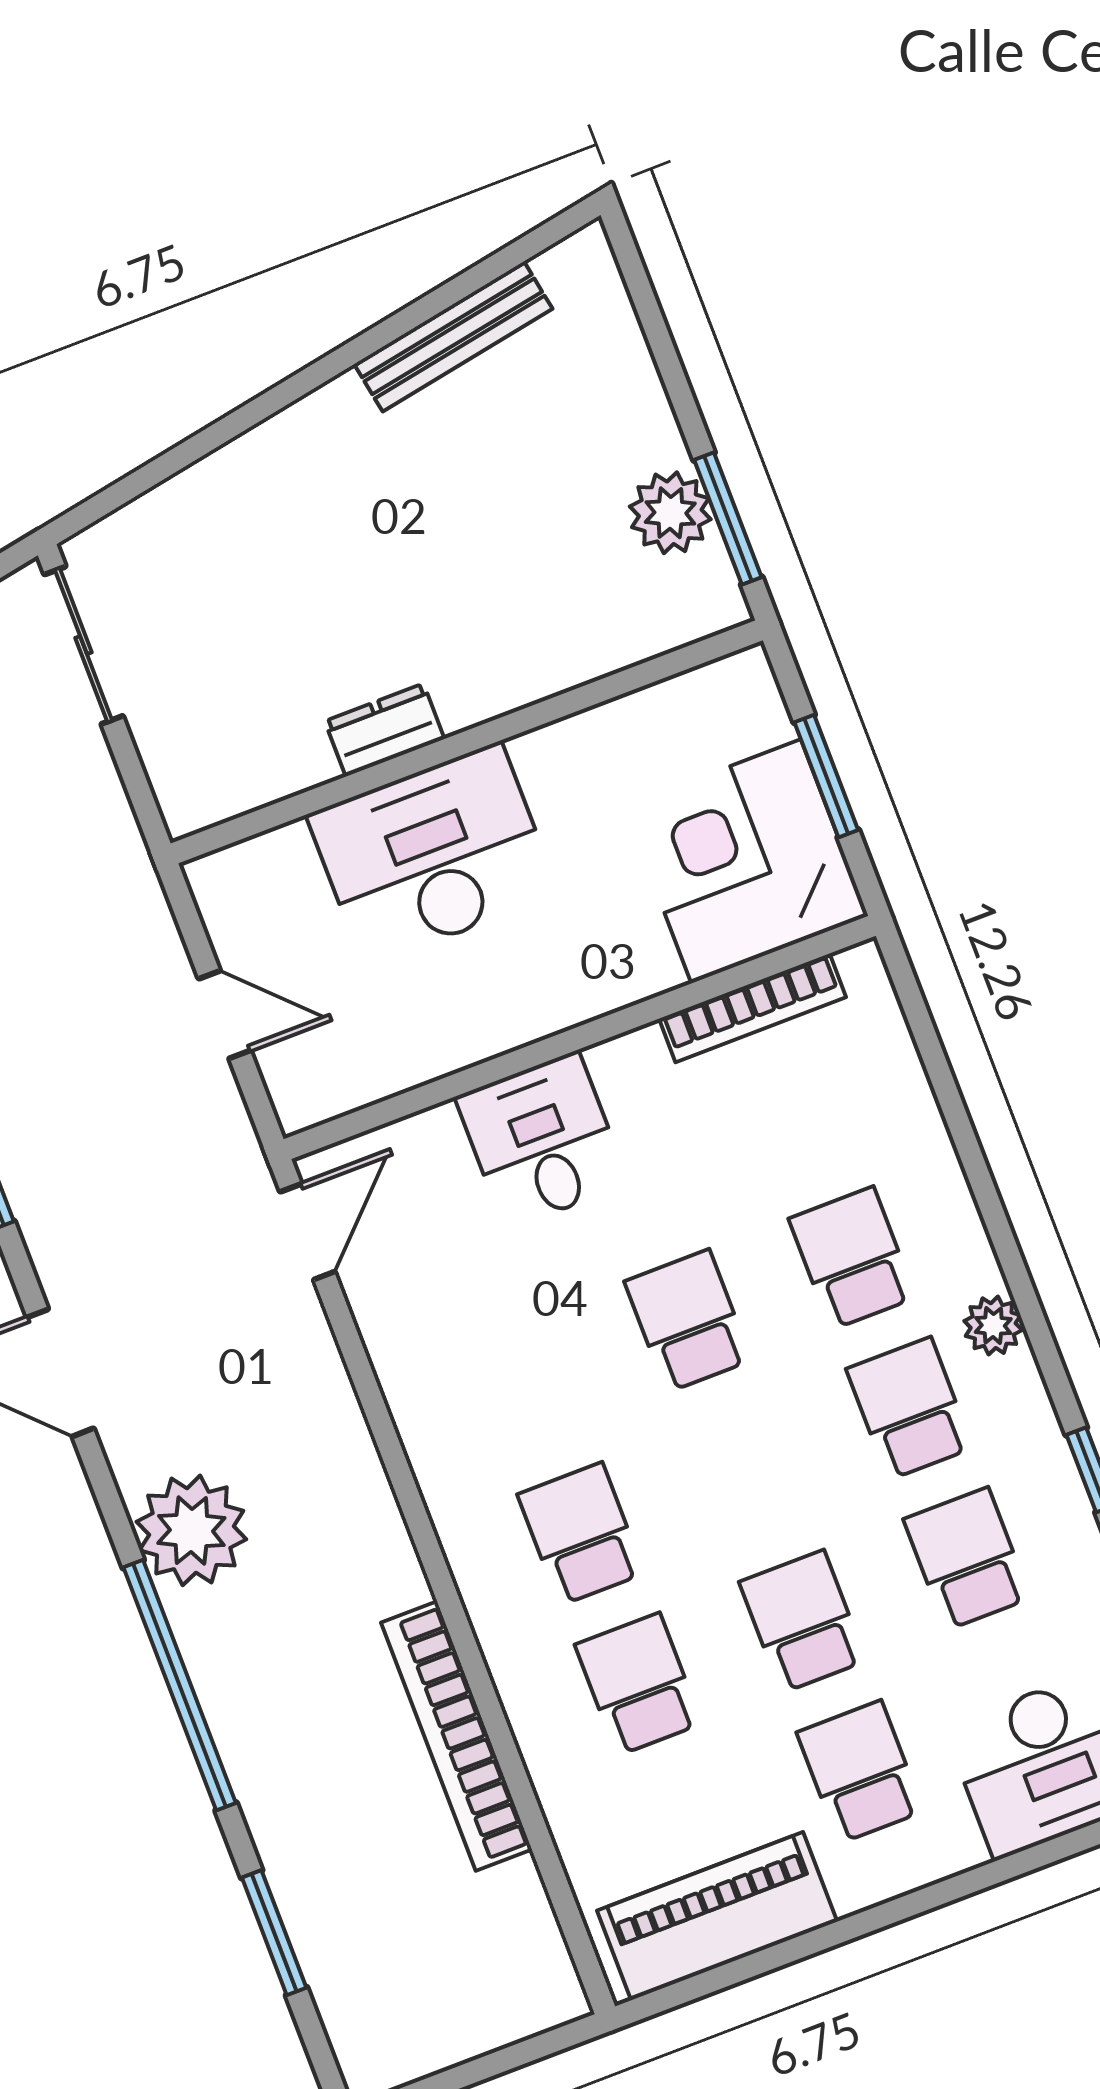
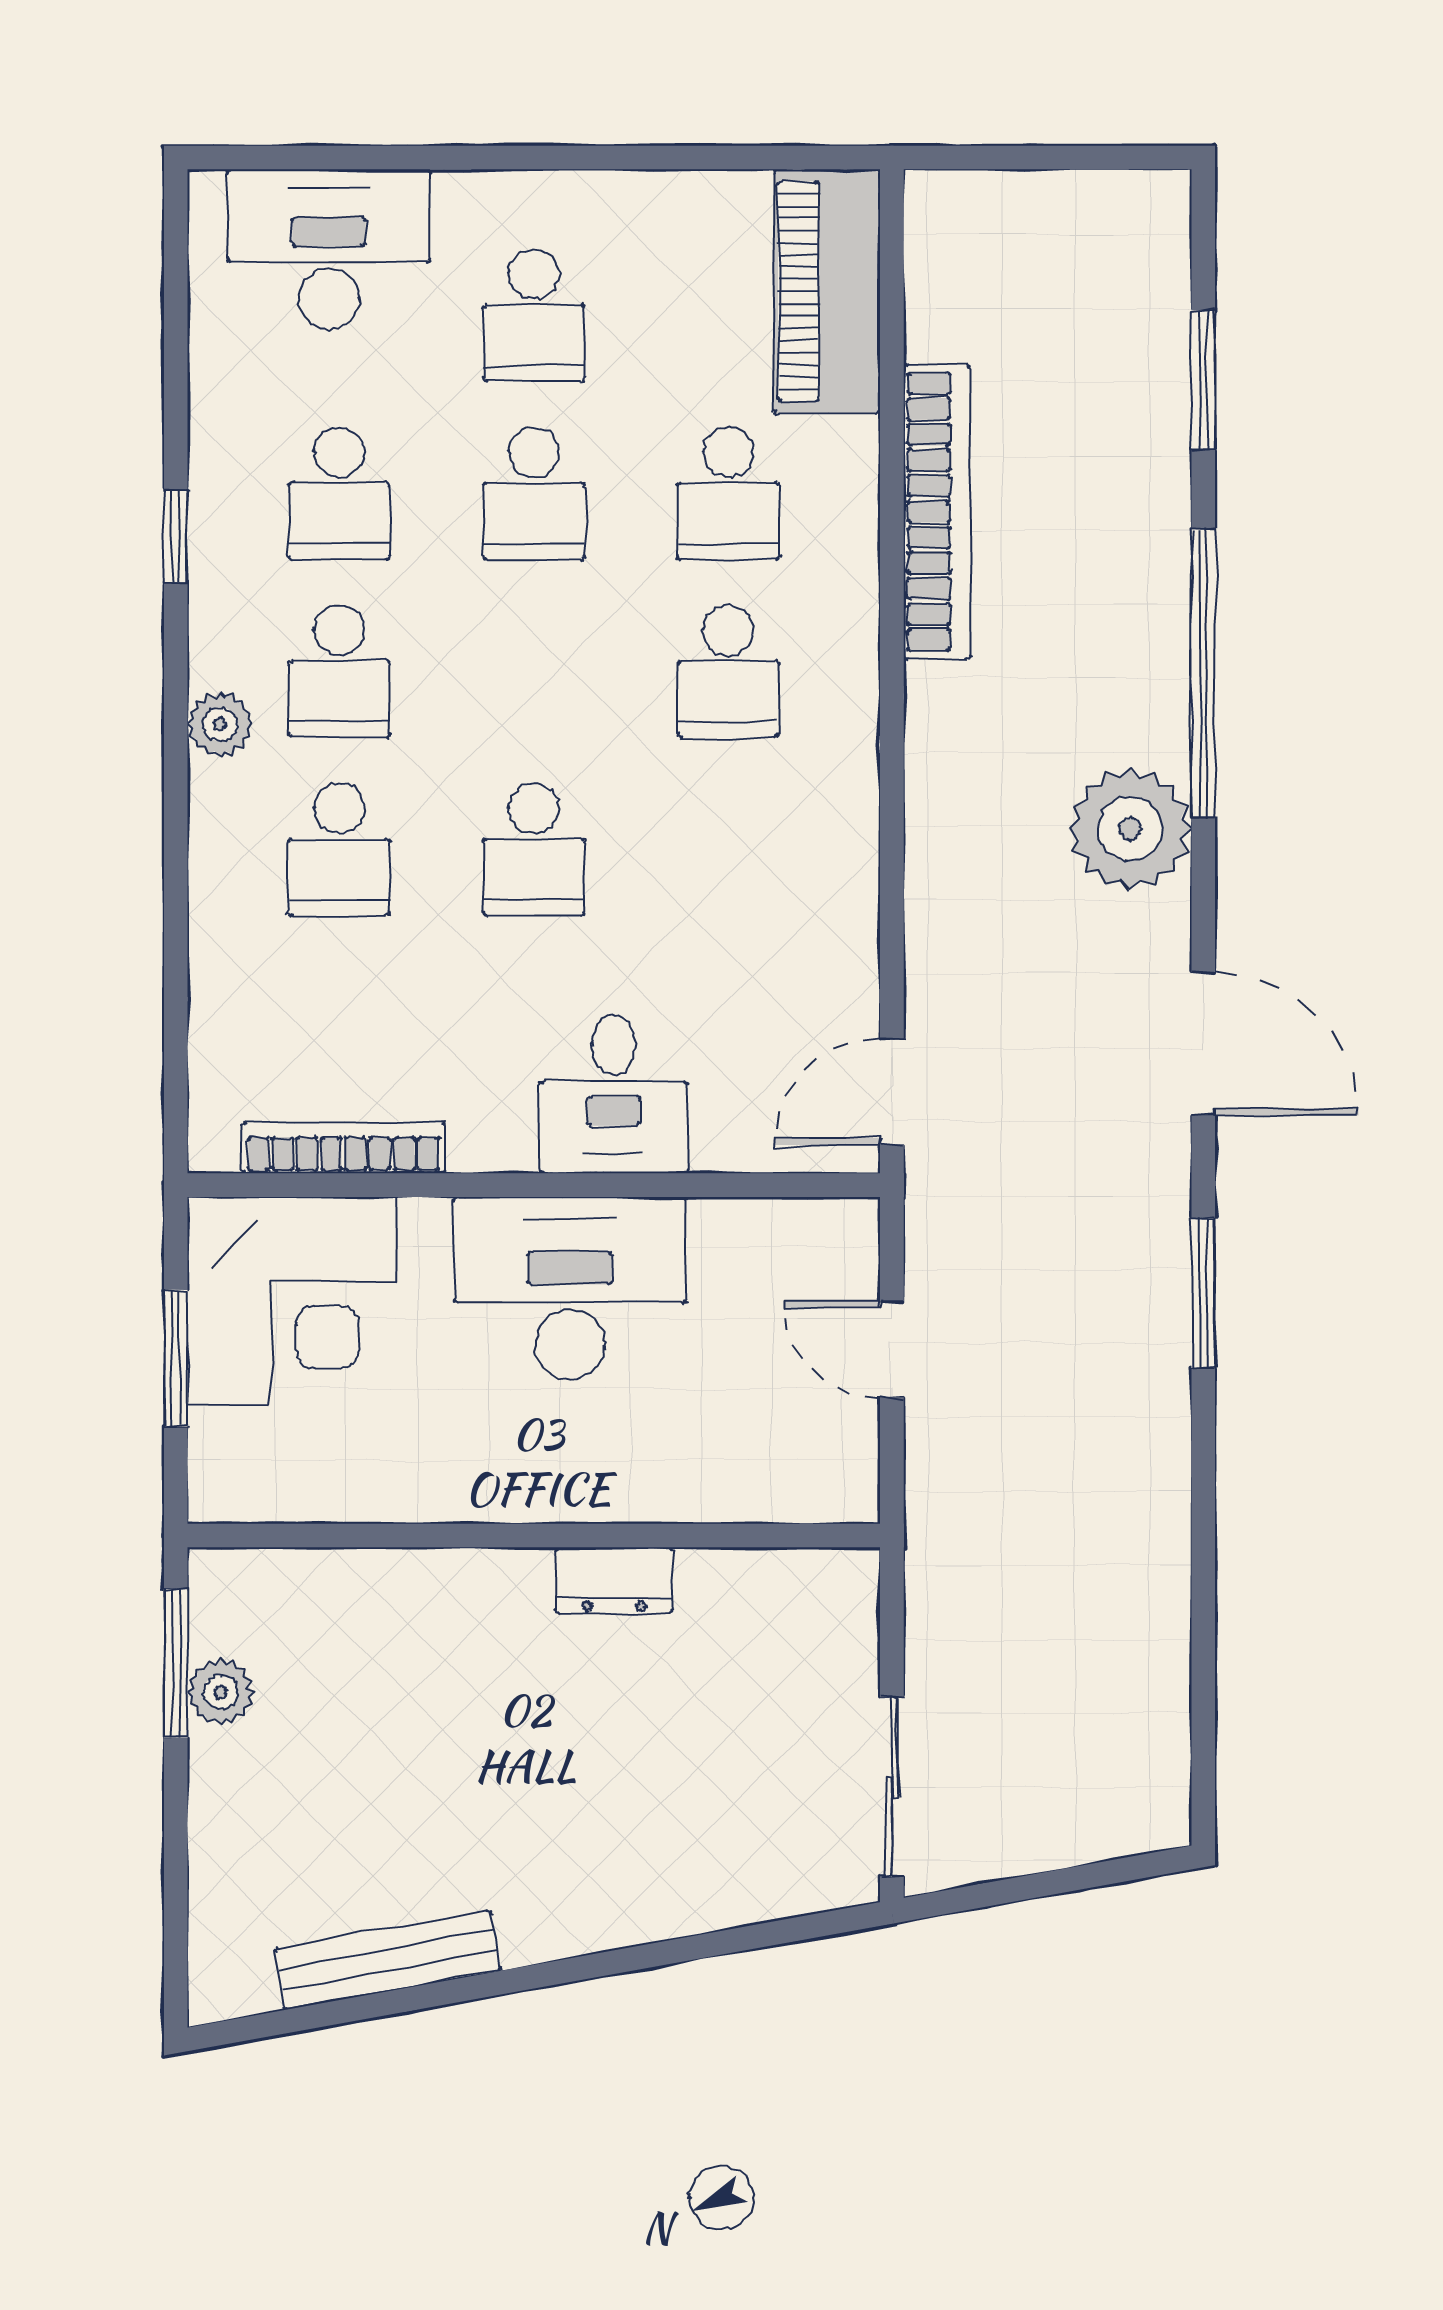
plant: (670, 513) -> (220, 1692), width x0.73, depth x0.73
desk: (433, 854) -> (570, 1288), moved, turned 180
piano: (717, 1916) -> (827, 291), moved, turned 90

